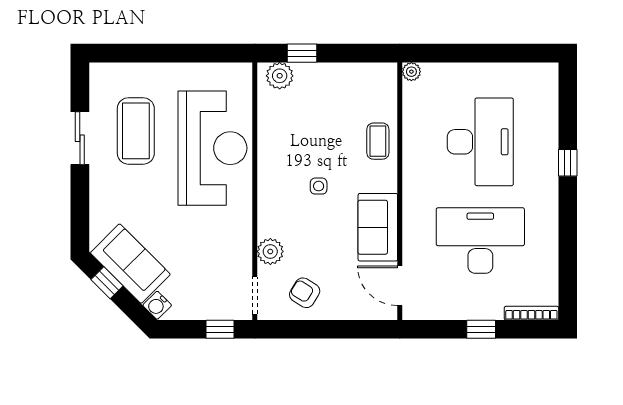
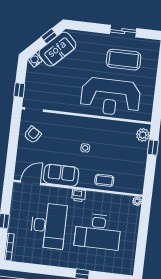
printer: (414, 188) -> (79, 195), added
plant: (270, 251) -> (55, 120), removed

